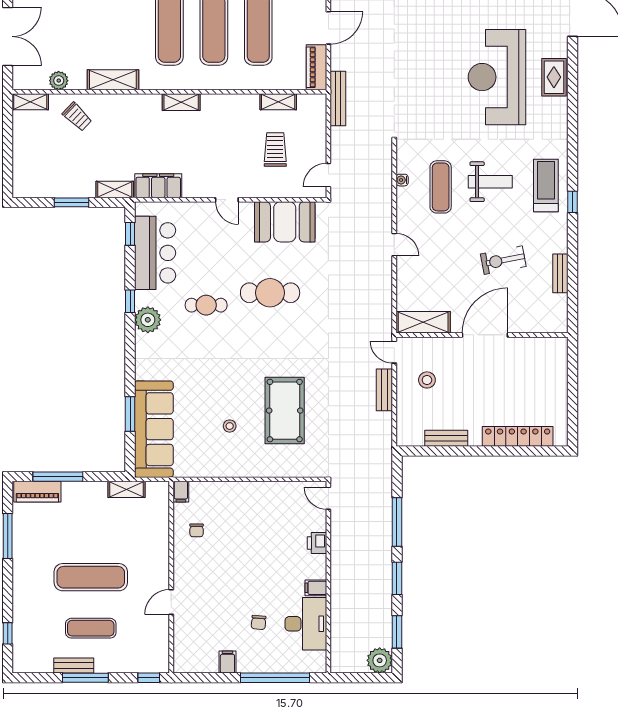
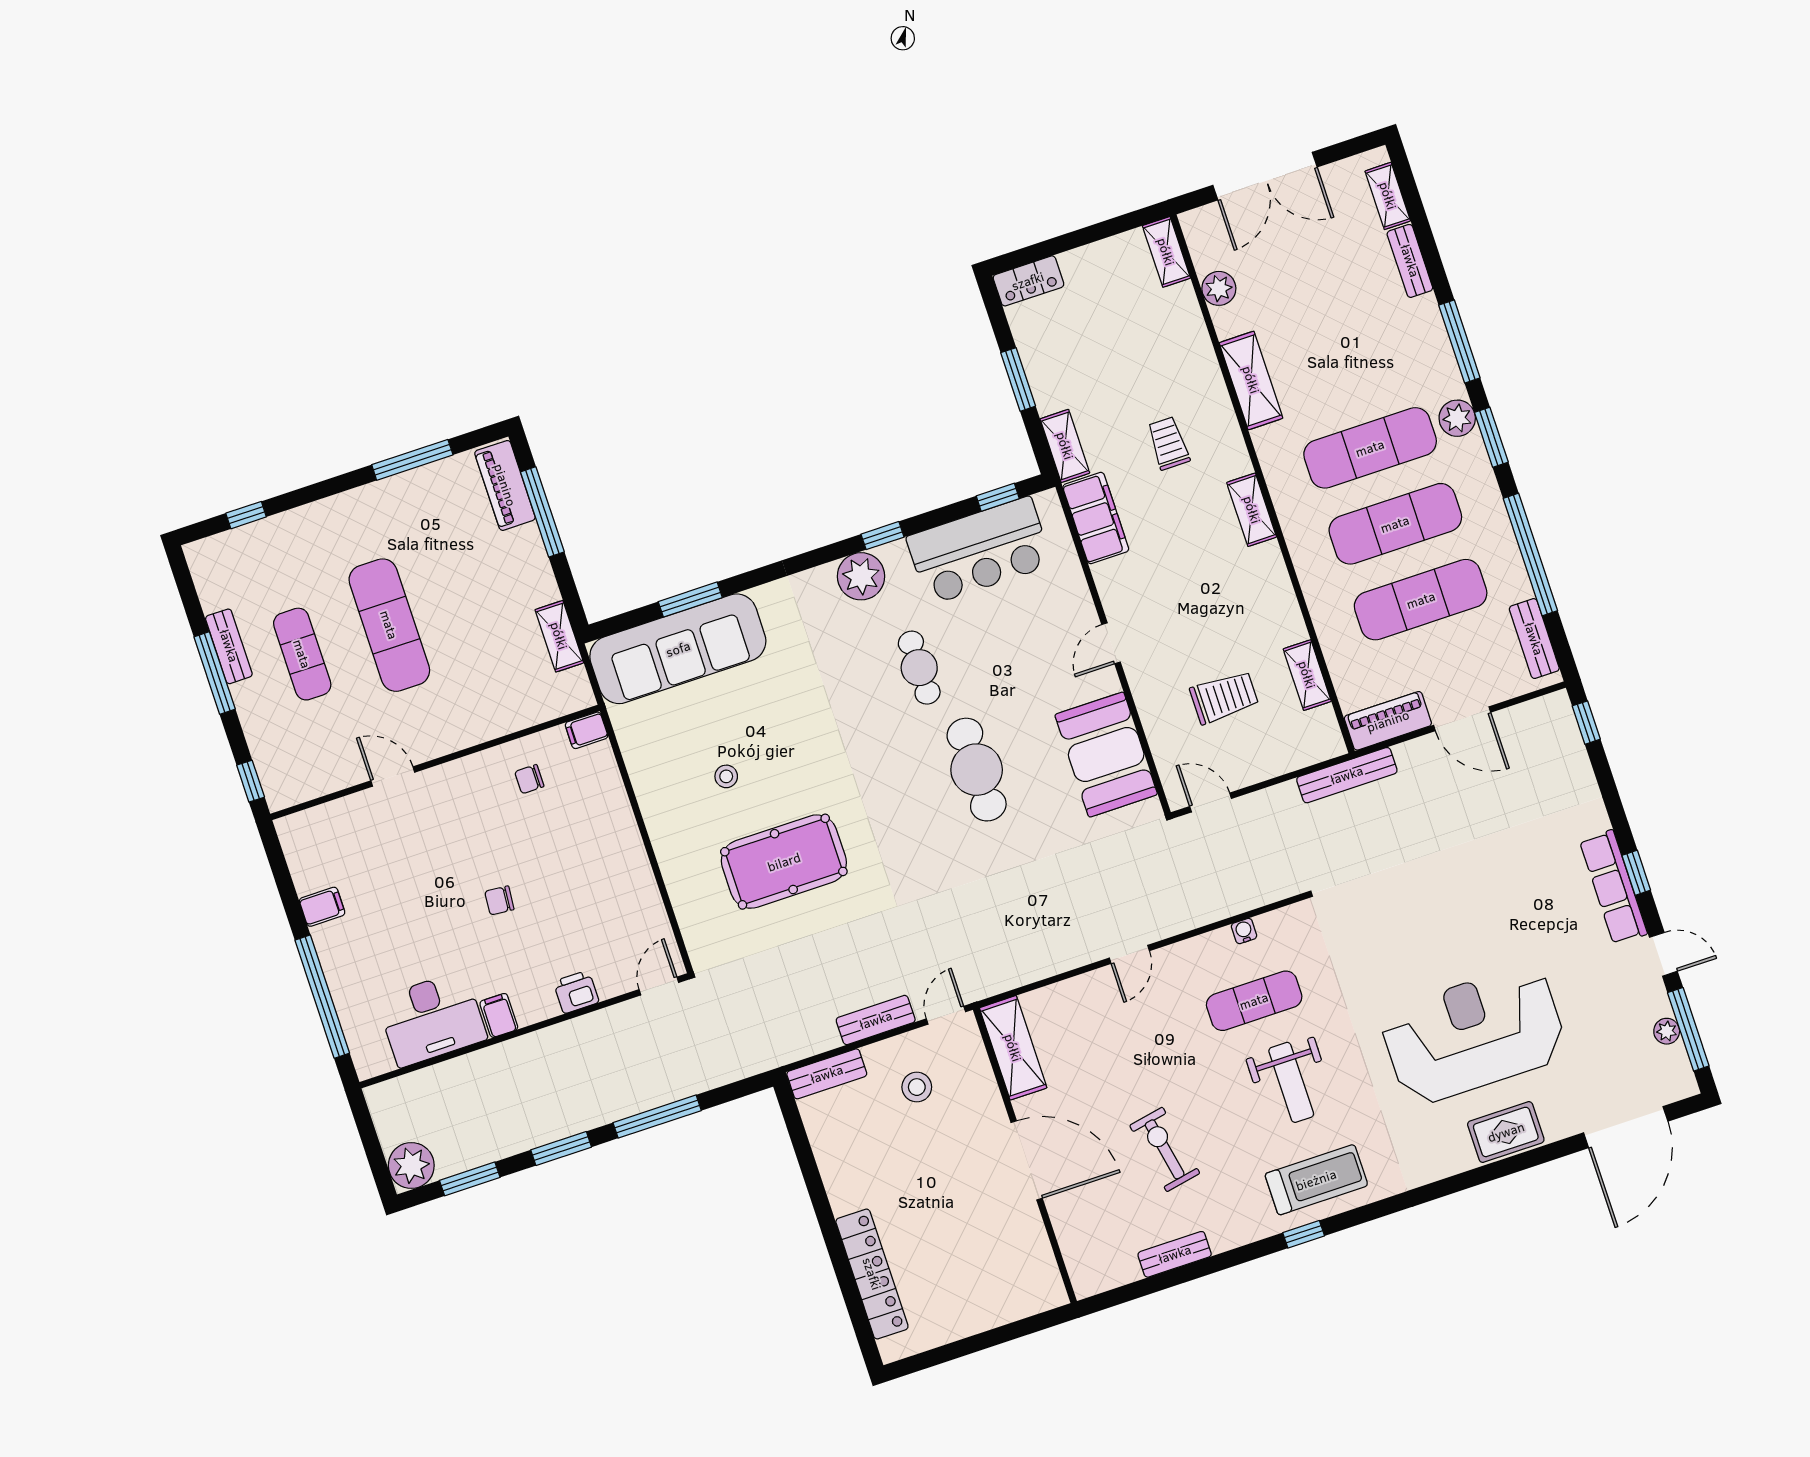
trolley: (77, 117) -> (1168, 443), moved, turned 136
locker: (21, 180) -> (1028, 281), added
bench: (446, 438) -> (827, 1074), moved, turned 90
chair: (259, 622) -> (499, 900), moved

